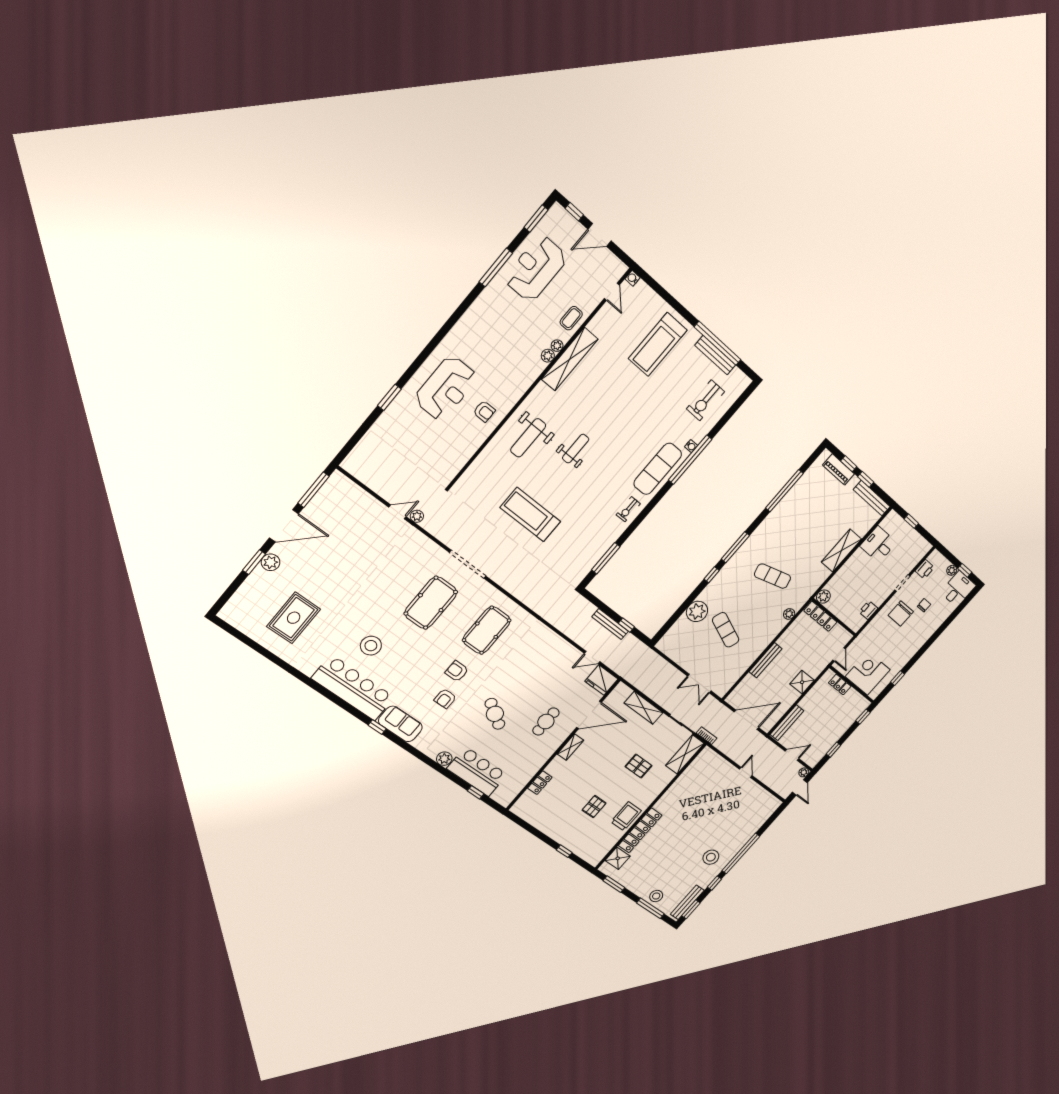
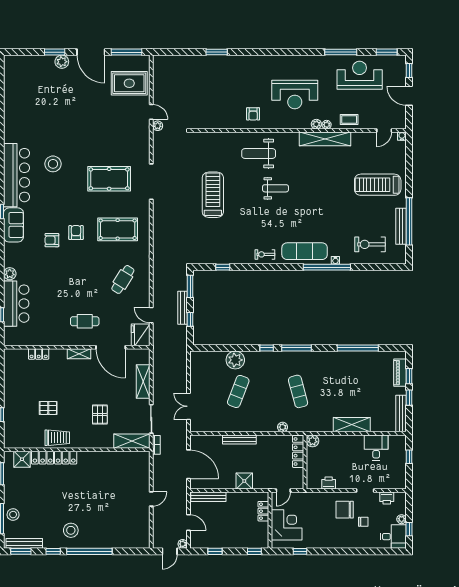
reception desk: (446, 388) -> (295, 95), moved
window: (606, 558) -> (223, 267), width x0.46
window: (597, 602) -> (190, 286), added
rug: (294, 618) -> (129, 83), moved
cafe table: (495, 714) -> (123, 279), moved

